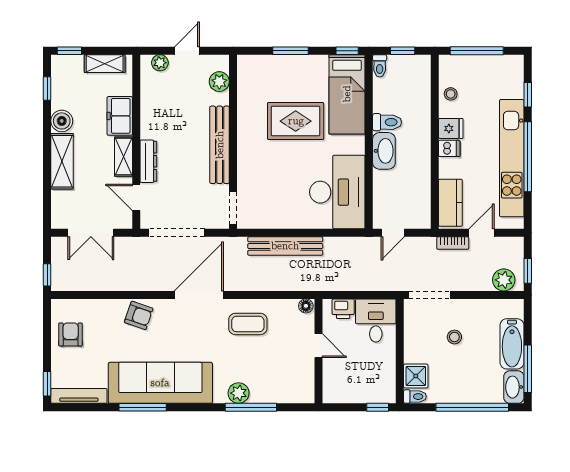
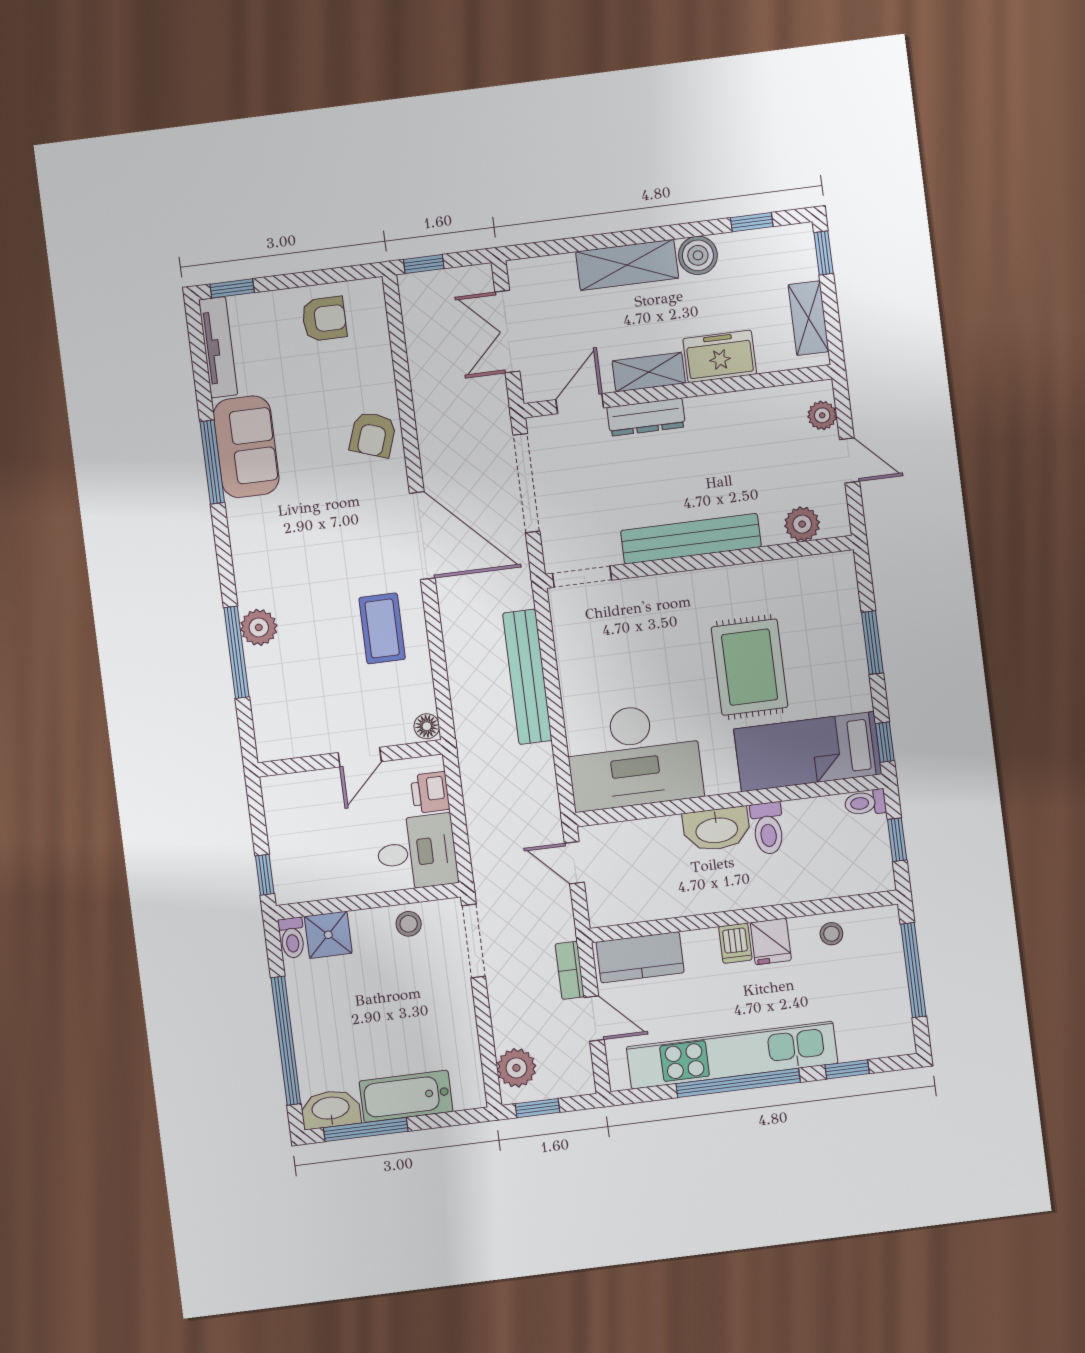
stool: (454, 337) -> (409, 924), moved
sofa: (160, 383) -> (246, 447), width x0.54, depth x0.79

